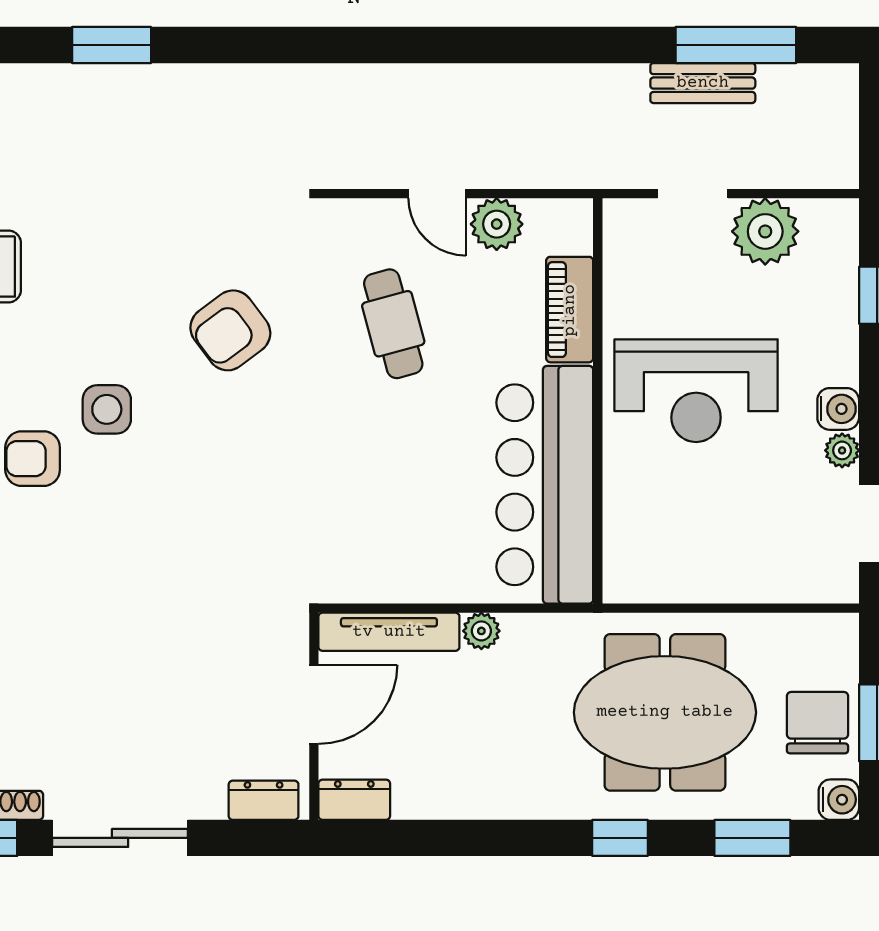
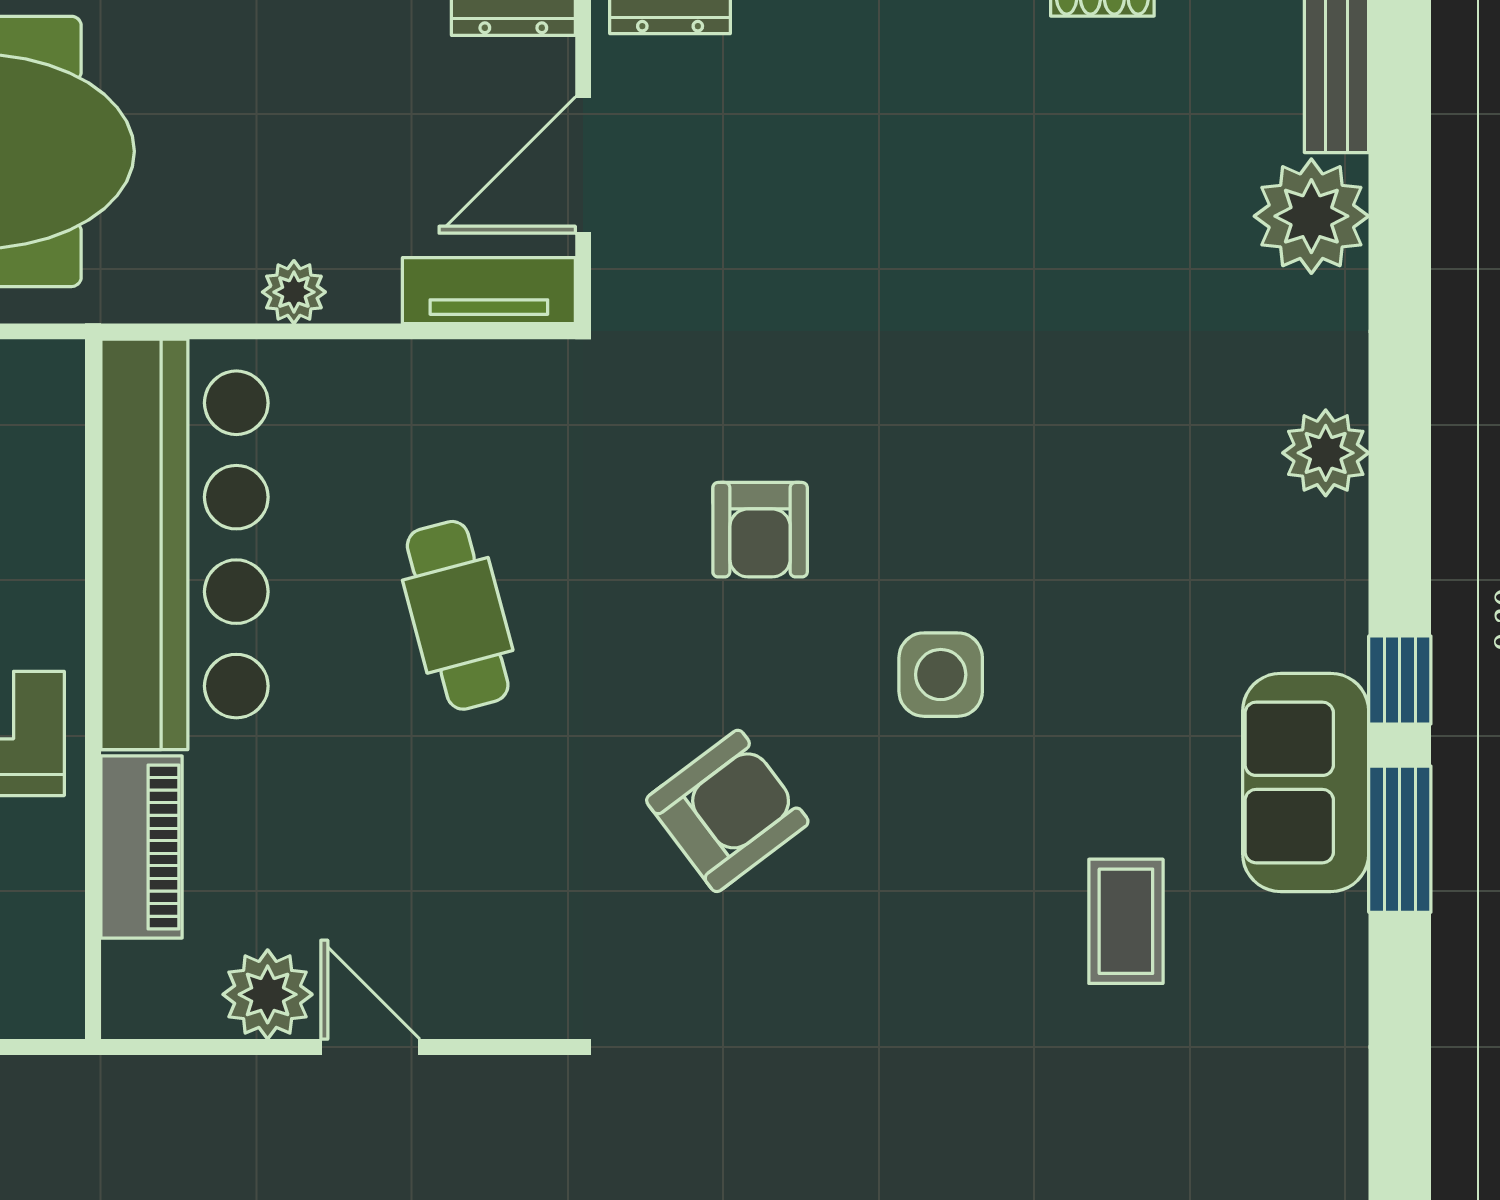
cafe table: (393, 324) -> (458, 615), moved
armchair: (33, 459) -> (760, 530), moved, turned 90
tv unit: (389, 632) -> (489, 291), width x0.71

